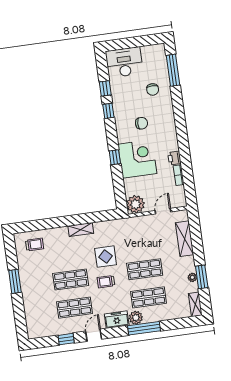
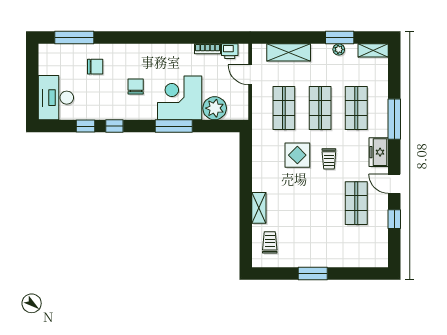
window: (115, 157) -> (174, 126), width x2.17
printer: (174, 158) -> (230, 51), moved
plant: (135, 204) -> (215, 108), moved
shelving: (81, 230) -> (259, 208), moved
shop shelf: (71, 279) -> (284, 108), moved
plant: (136, 318) -> (380, 128), removed

